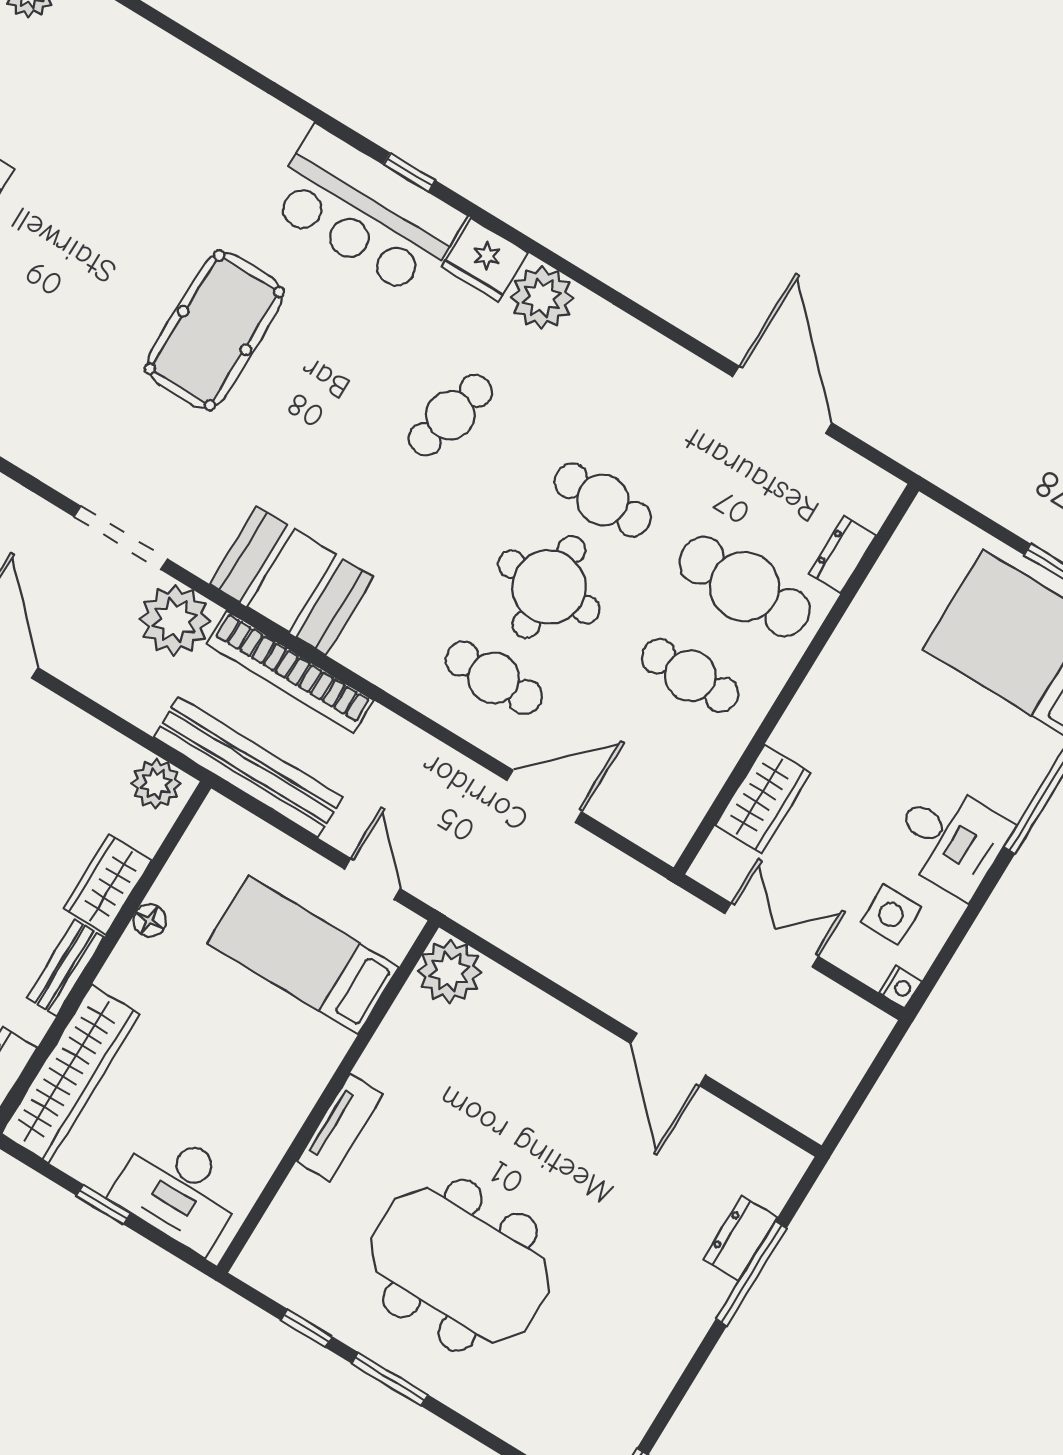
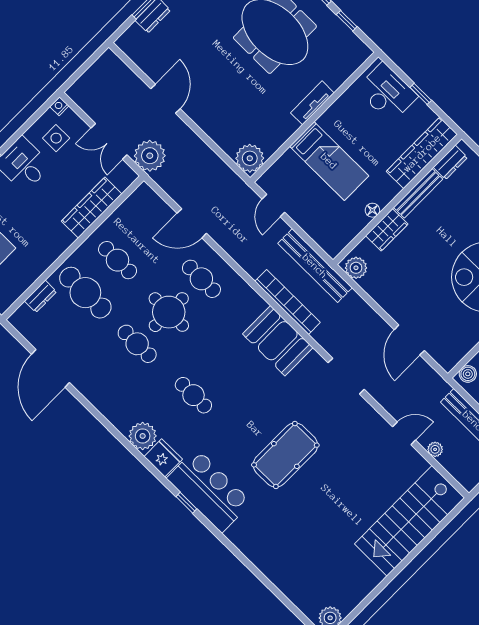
cafe table: (450, 415) -> (193, 395), turned 75
plant: (175, 620) -> (150, 156), moved
wardrobe: (763, 799) -> (92, 208), width x1.50
bed: (303, 955) -> (329, 161), moved
bench: (66, 968) -> (418, 193), width x1.36

